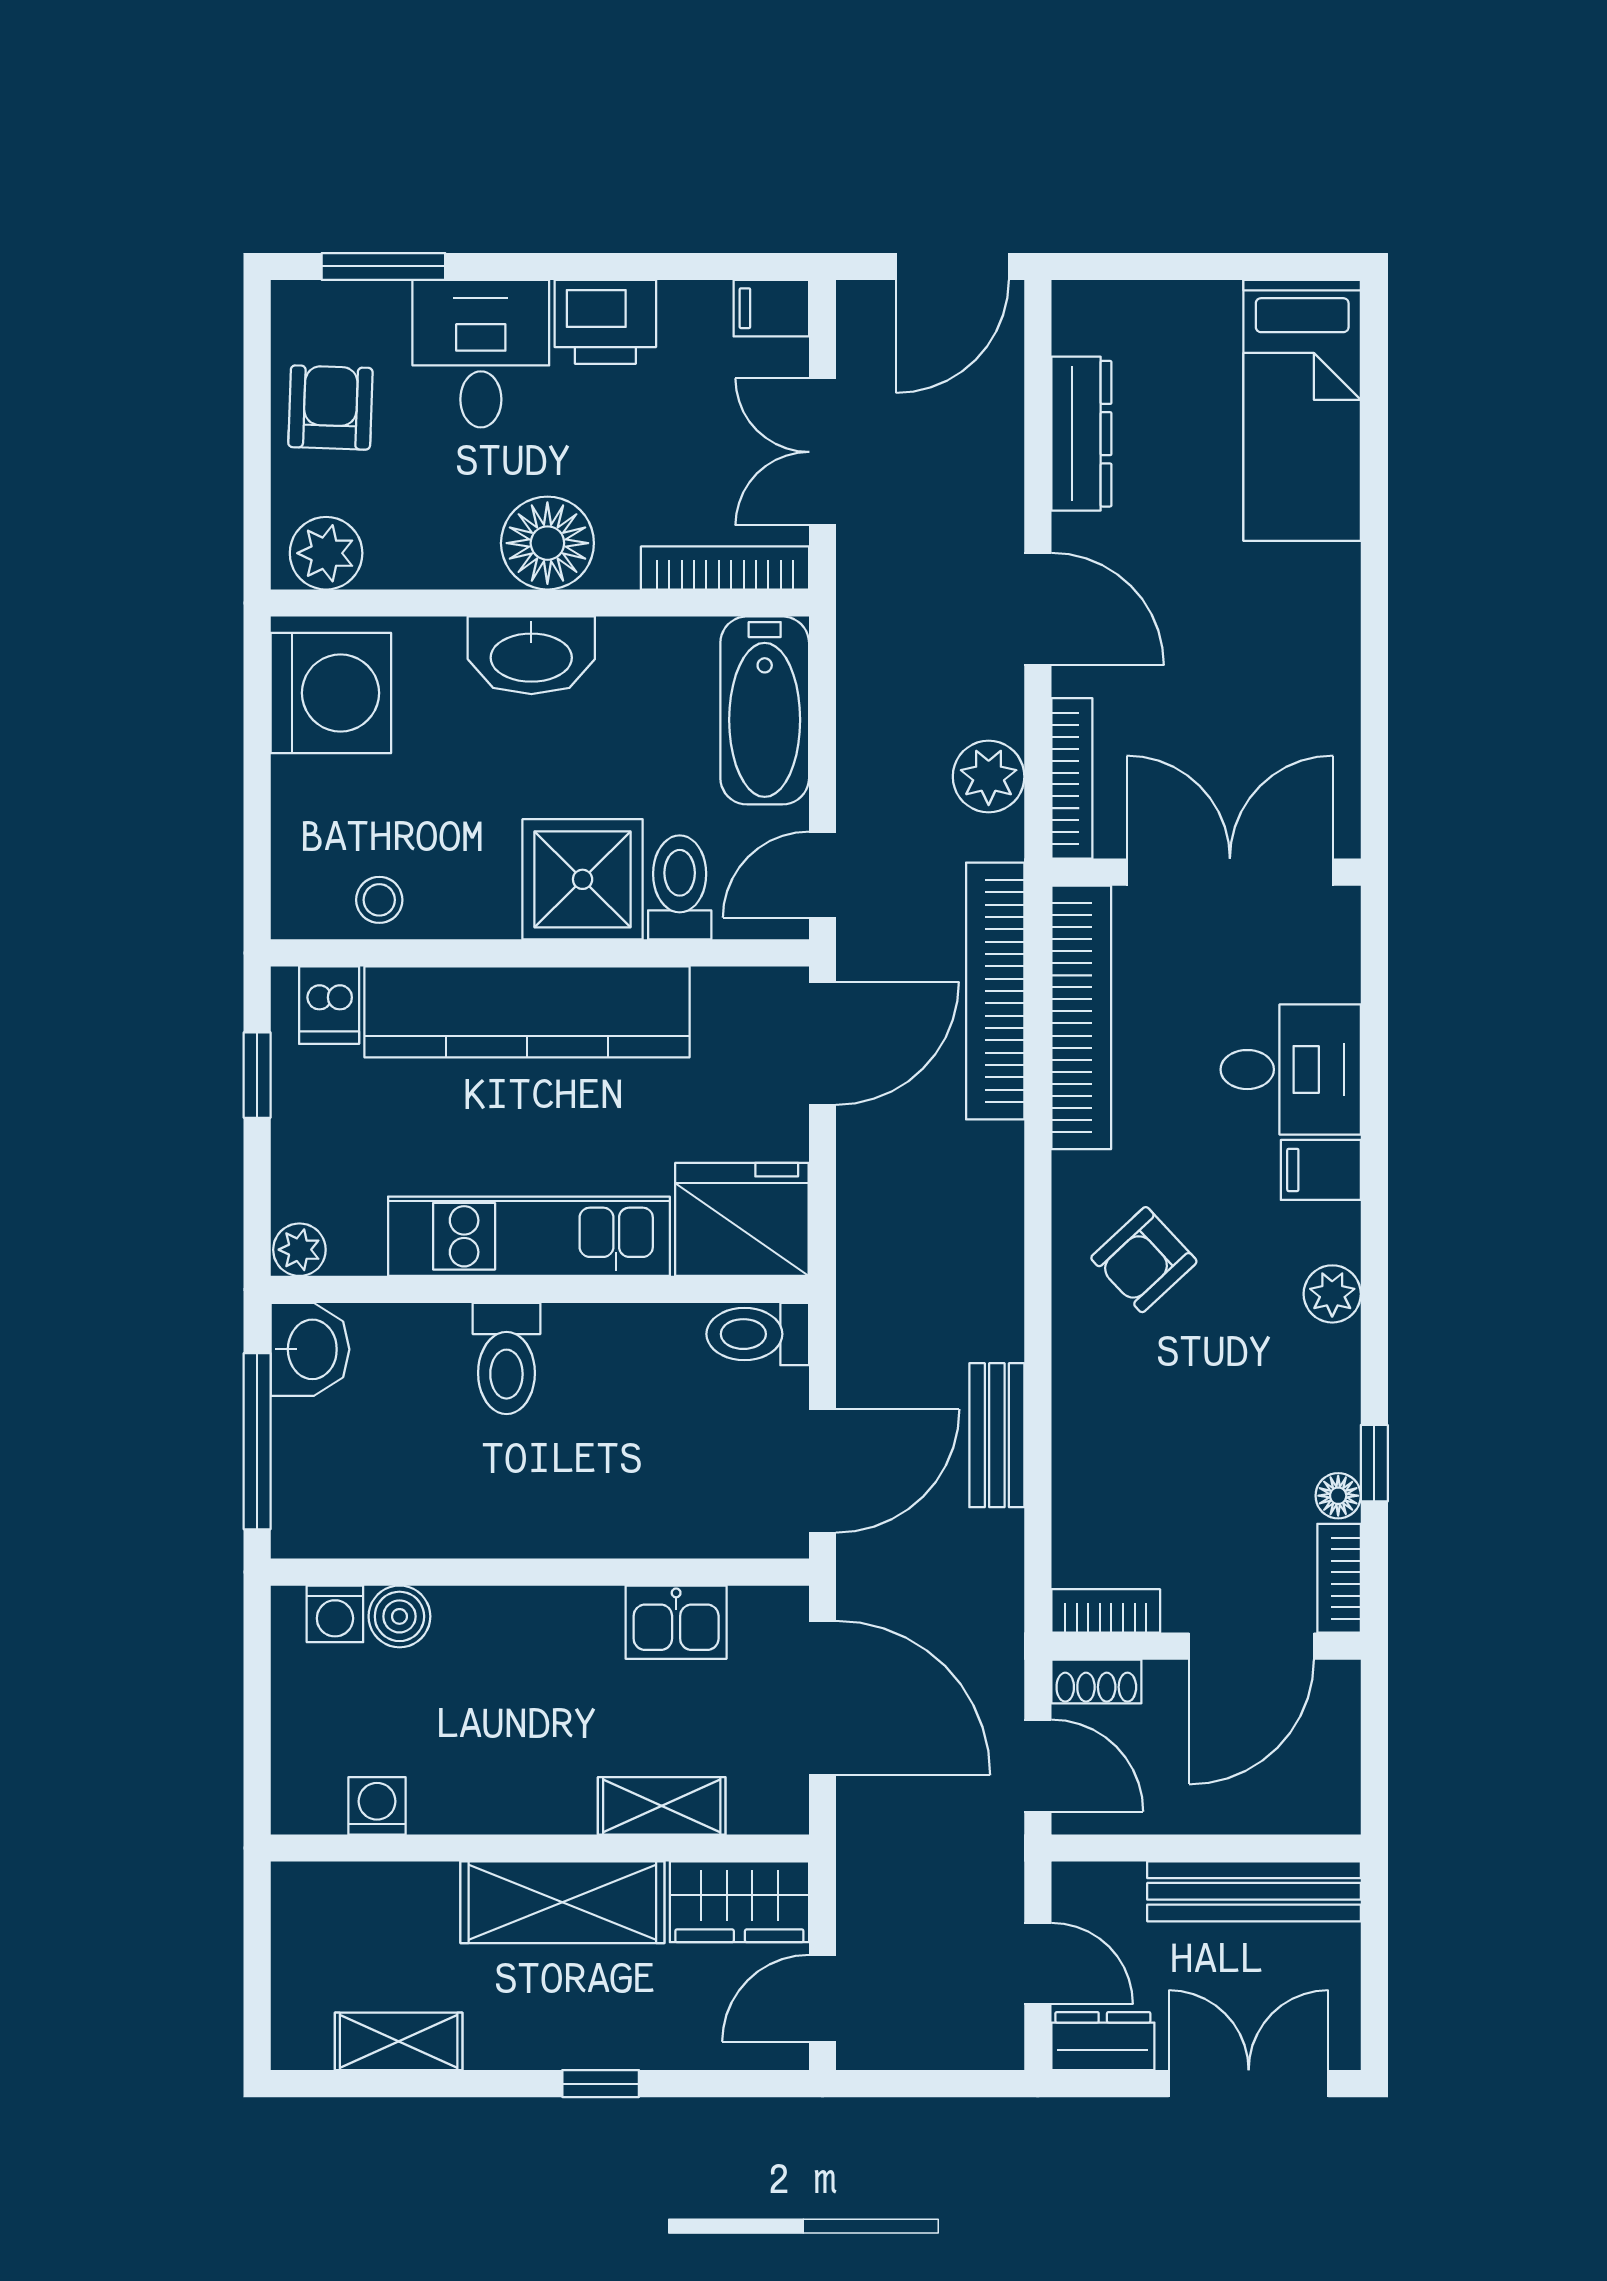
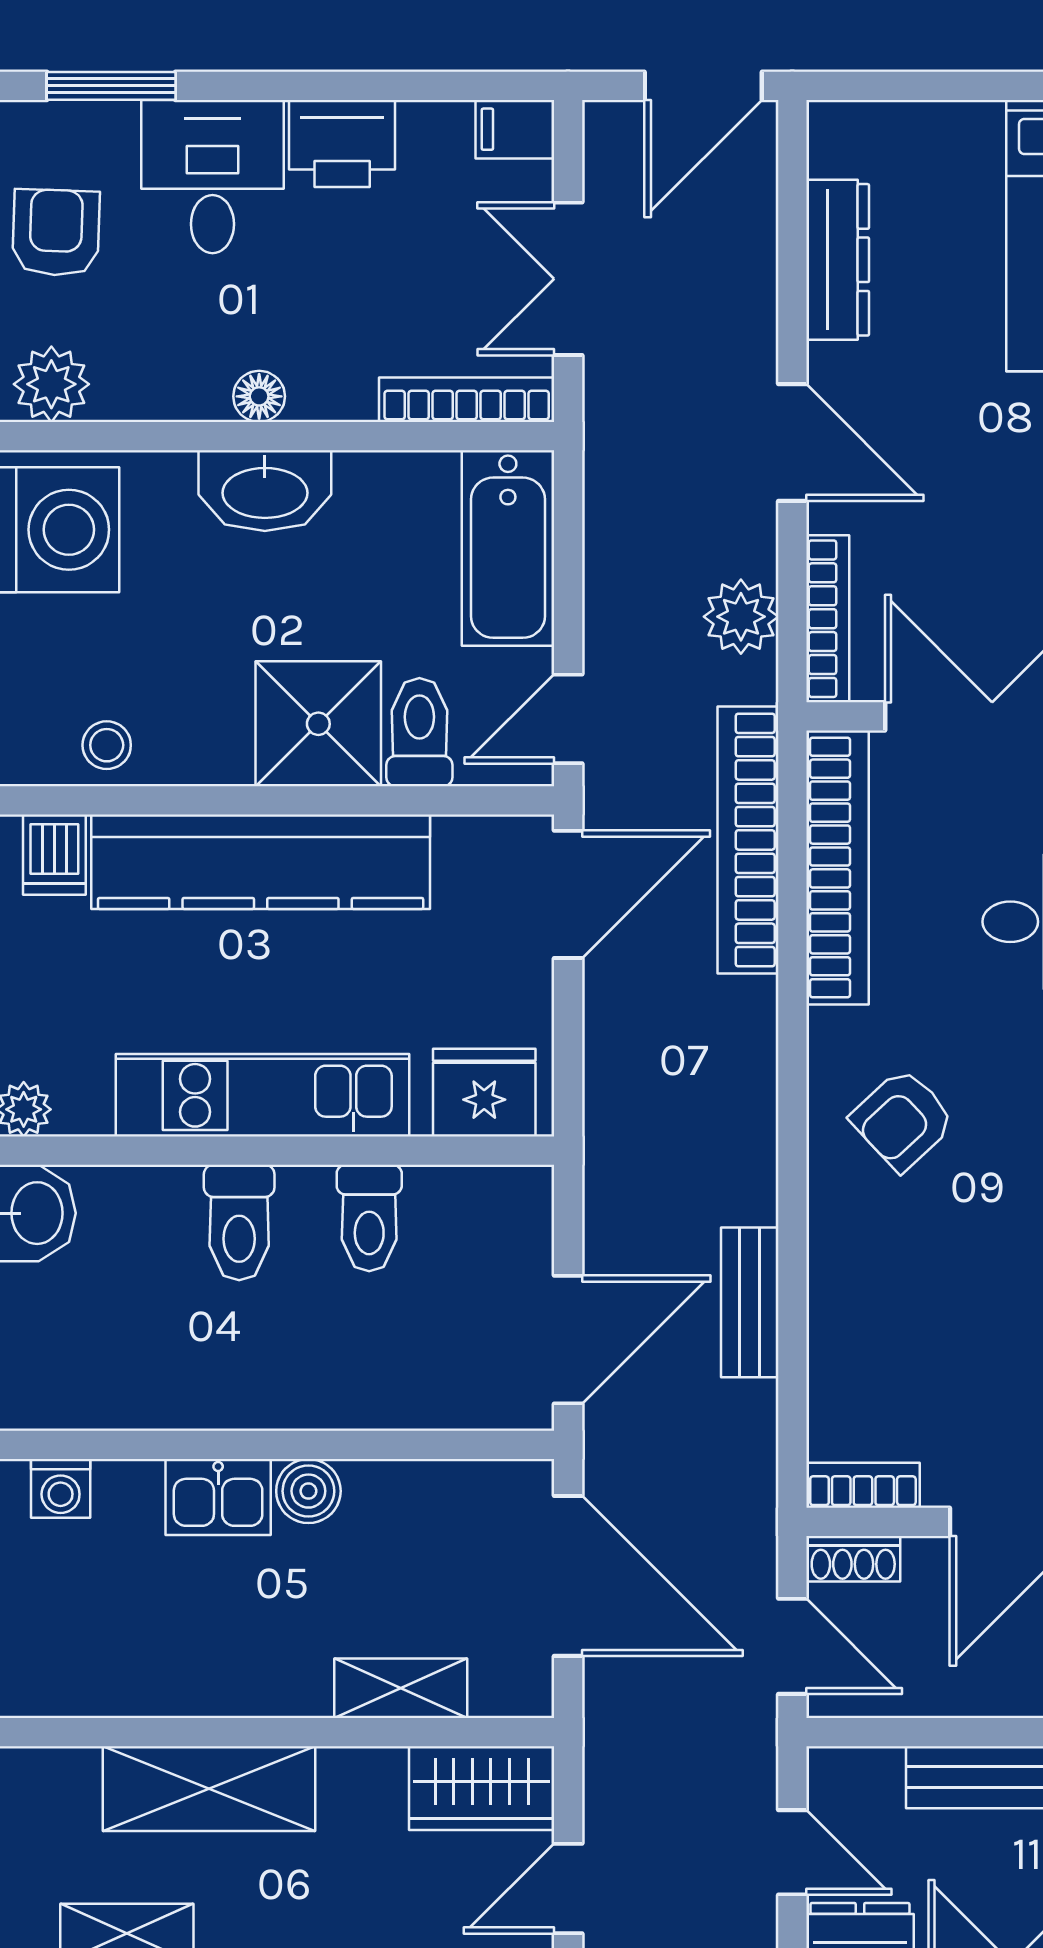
floor lamp: (547, 543) -> (259, 396), width x0.53, depth x0.53
fridge: (742, 1219) -> (484, 1093), width x0.73, depth x0.75
toilet: (758, 1334) -> (369, 1218), moved, turned -90
boiler: (399, 1616) -> (308, 1491), moved
kitchen sink: (676, 1622) -> (218, 1497), moved
washing machine: (377, 1806) -> (104, 1688), removed
shelving: (562, 1902) -> (209, 1789), moved

